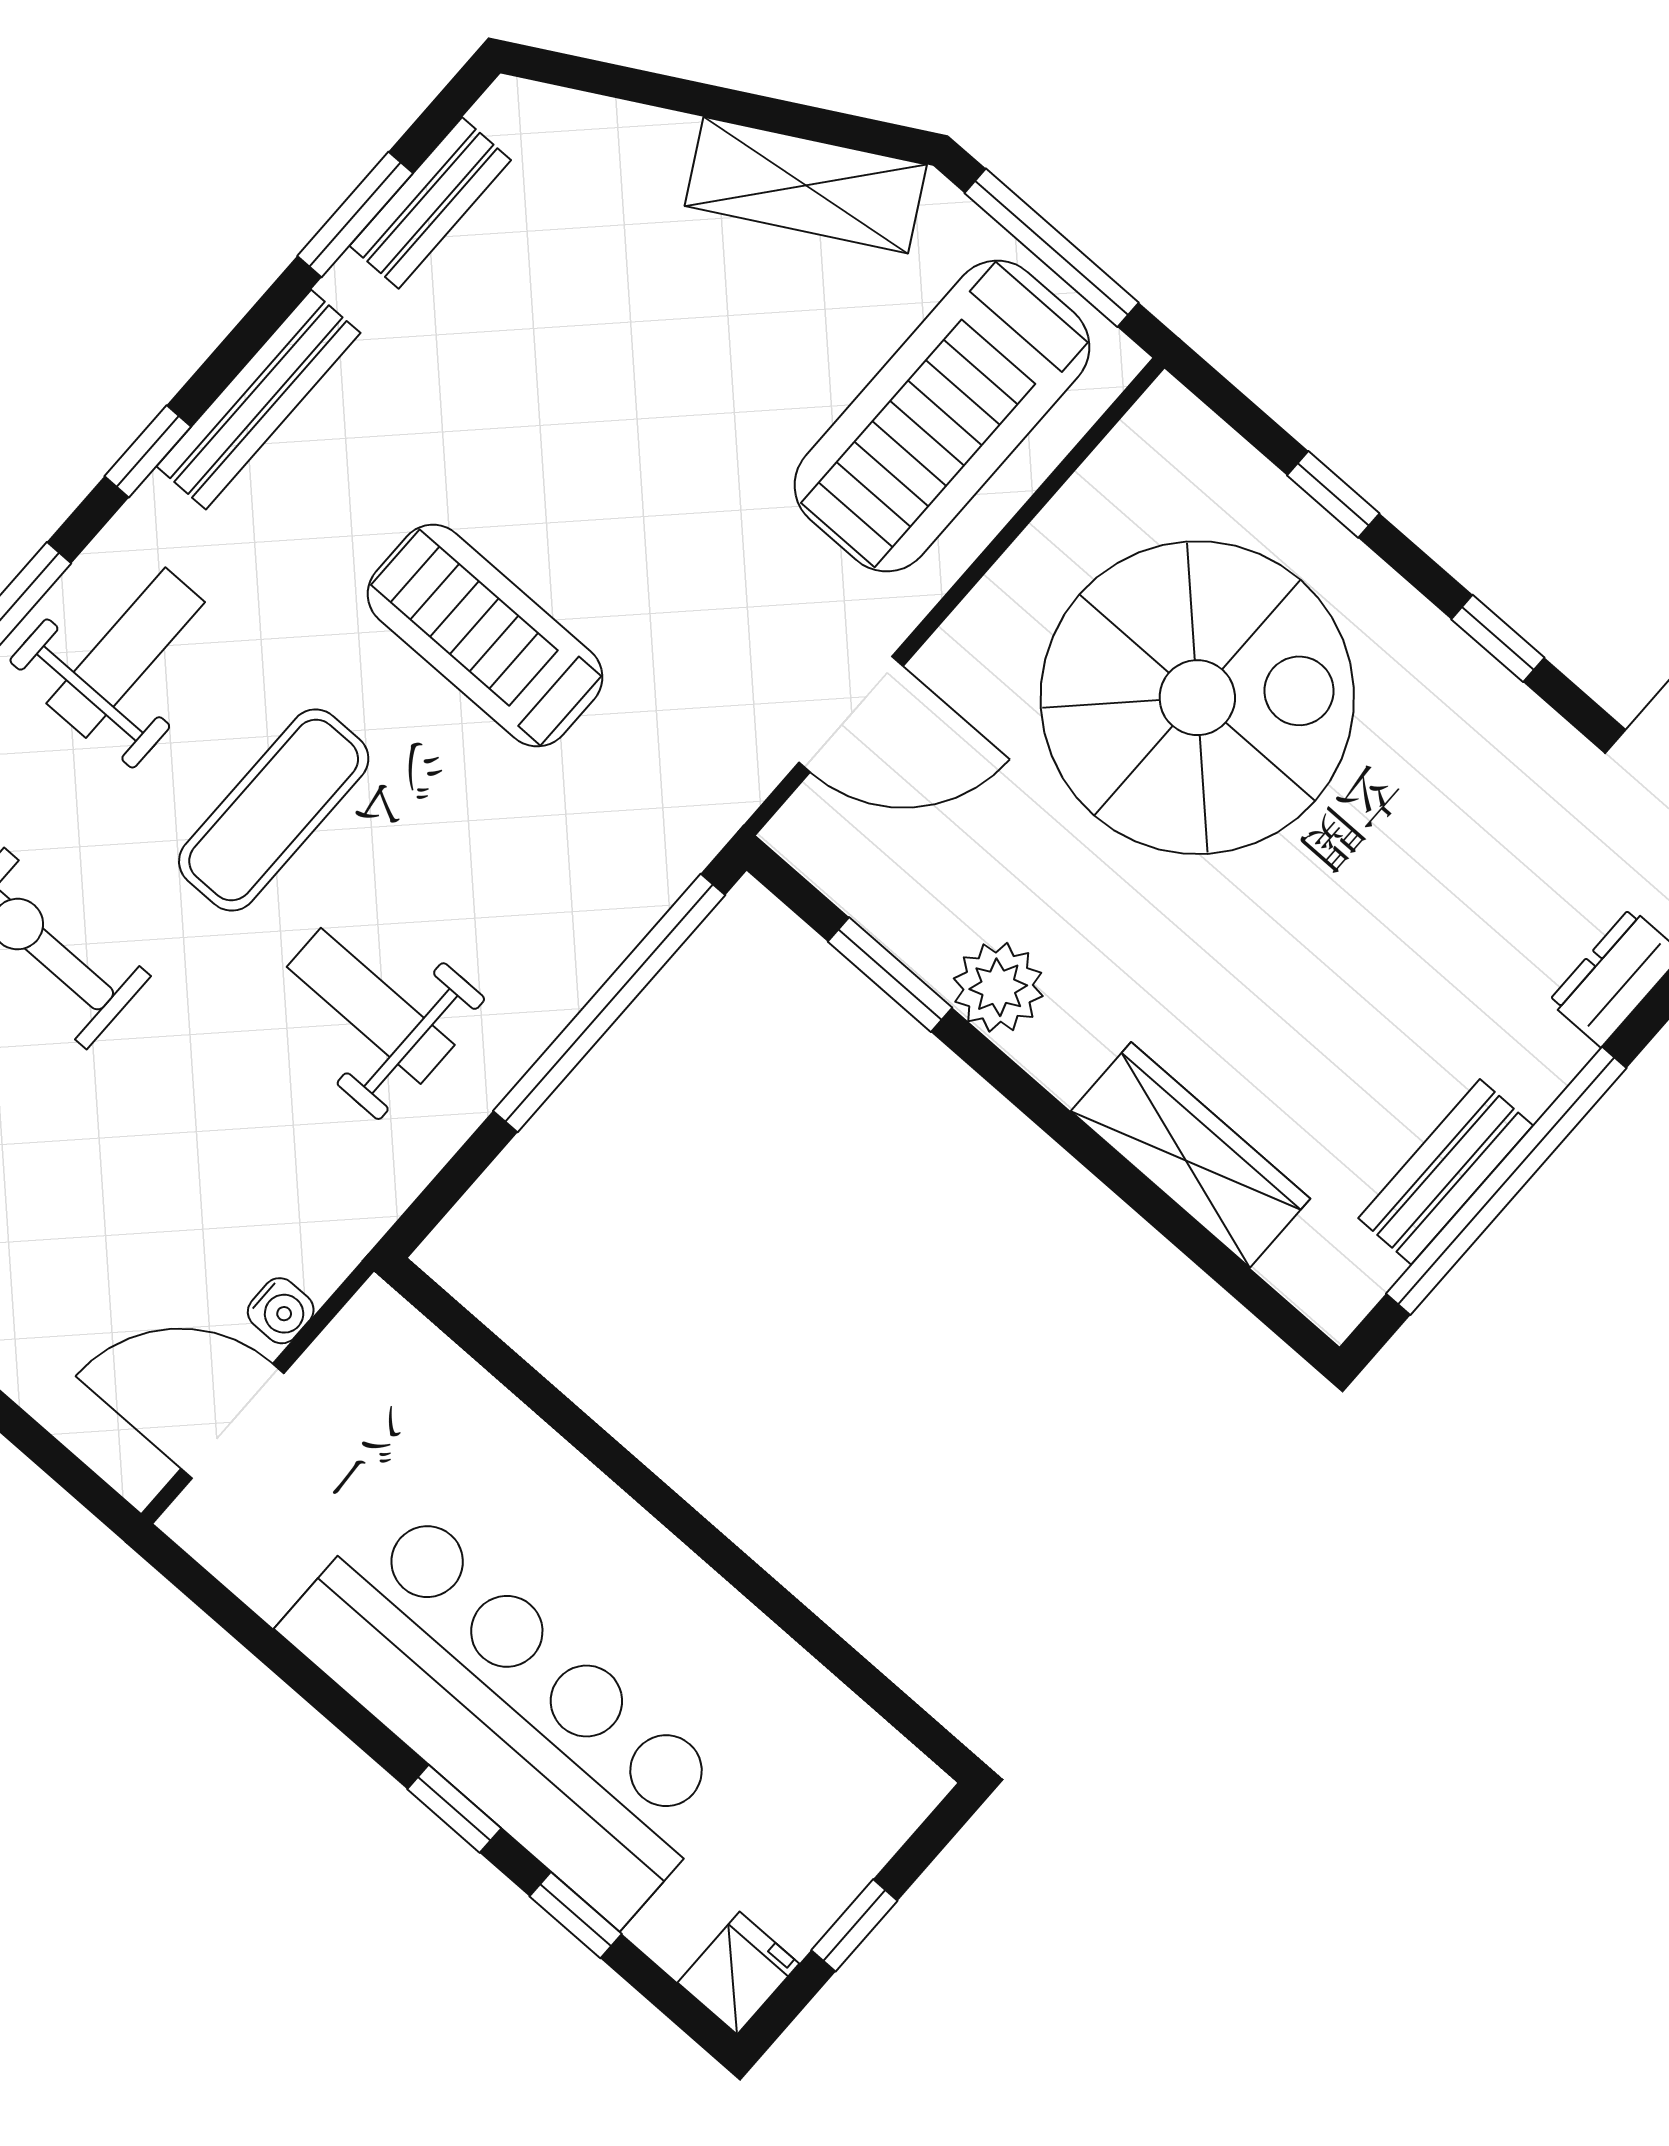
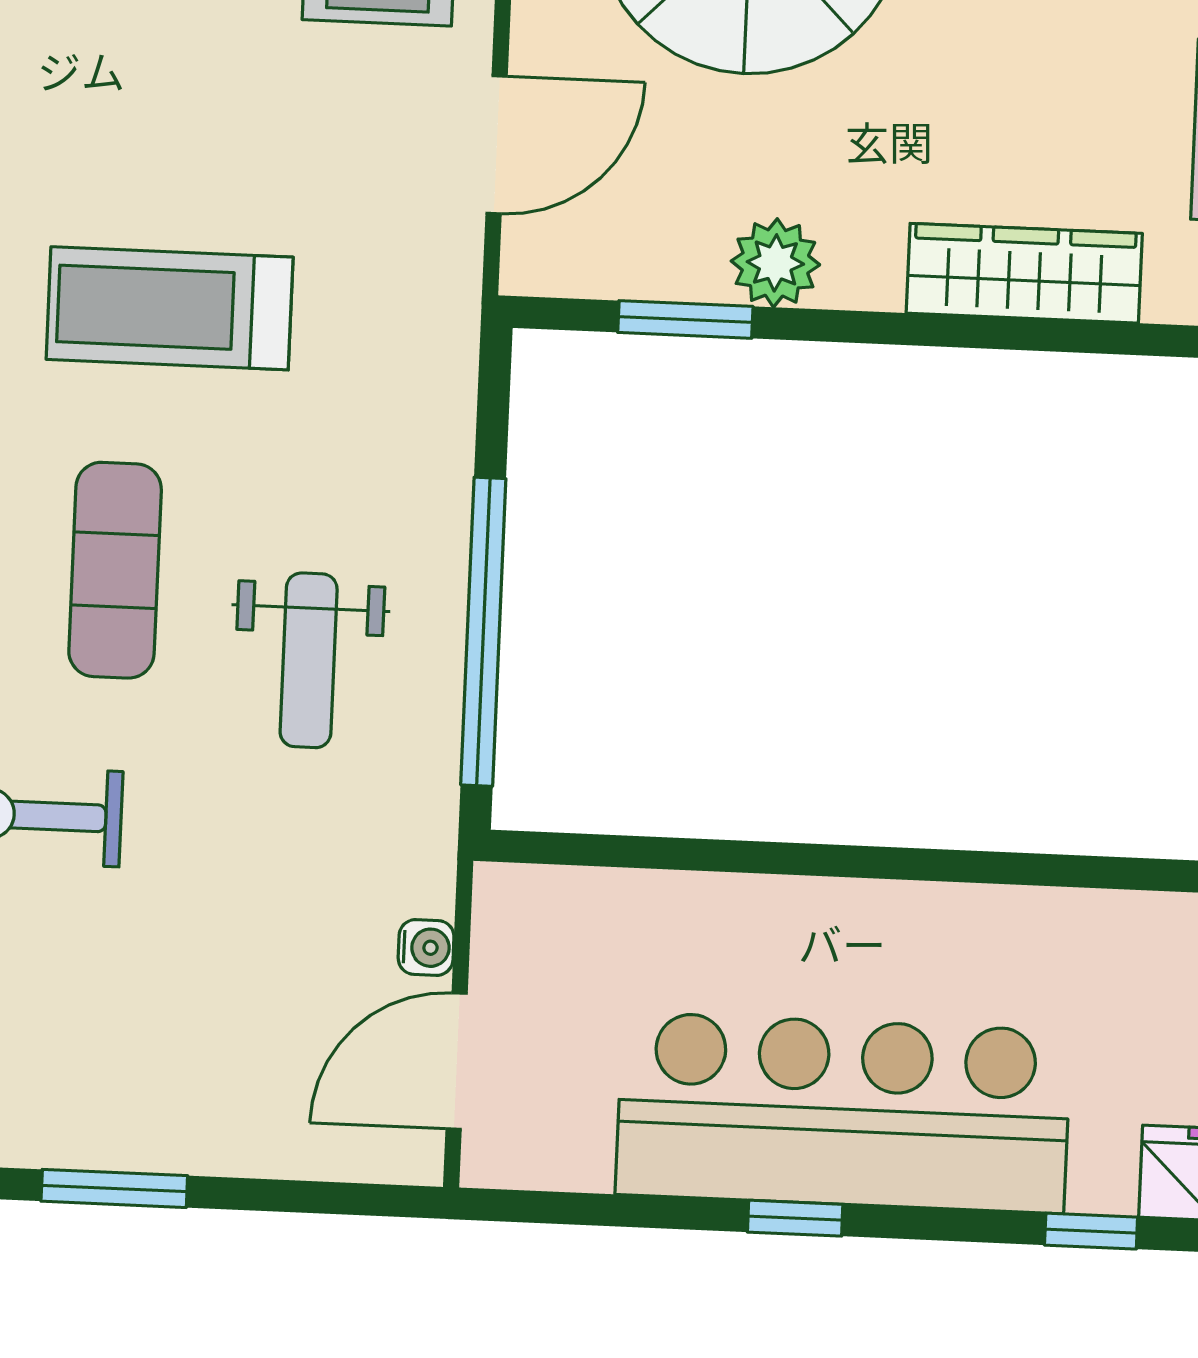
window: (609, 1003) -> (483, 632), moved
weight bench: (371, 1006) -> (309, 660), turned -90
window: (454, 1809) -> (795, 1218), moved
window: (576, 1915) -> (1091, 1231), moved

